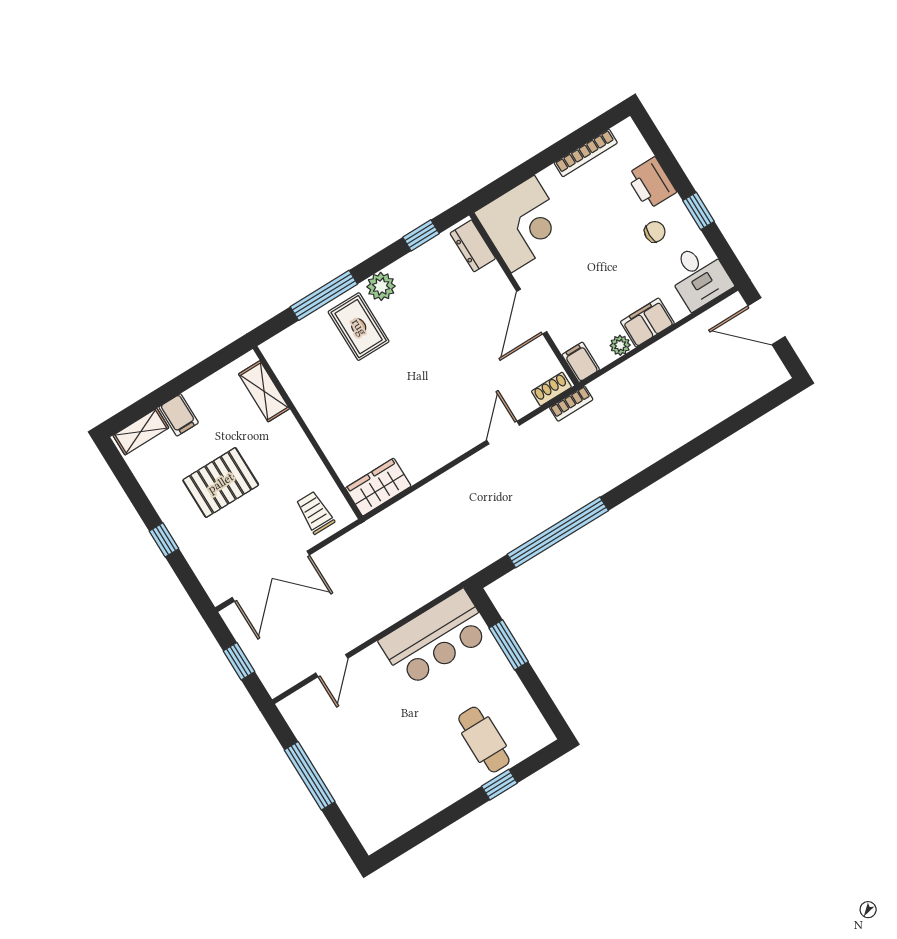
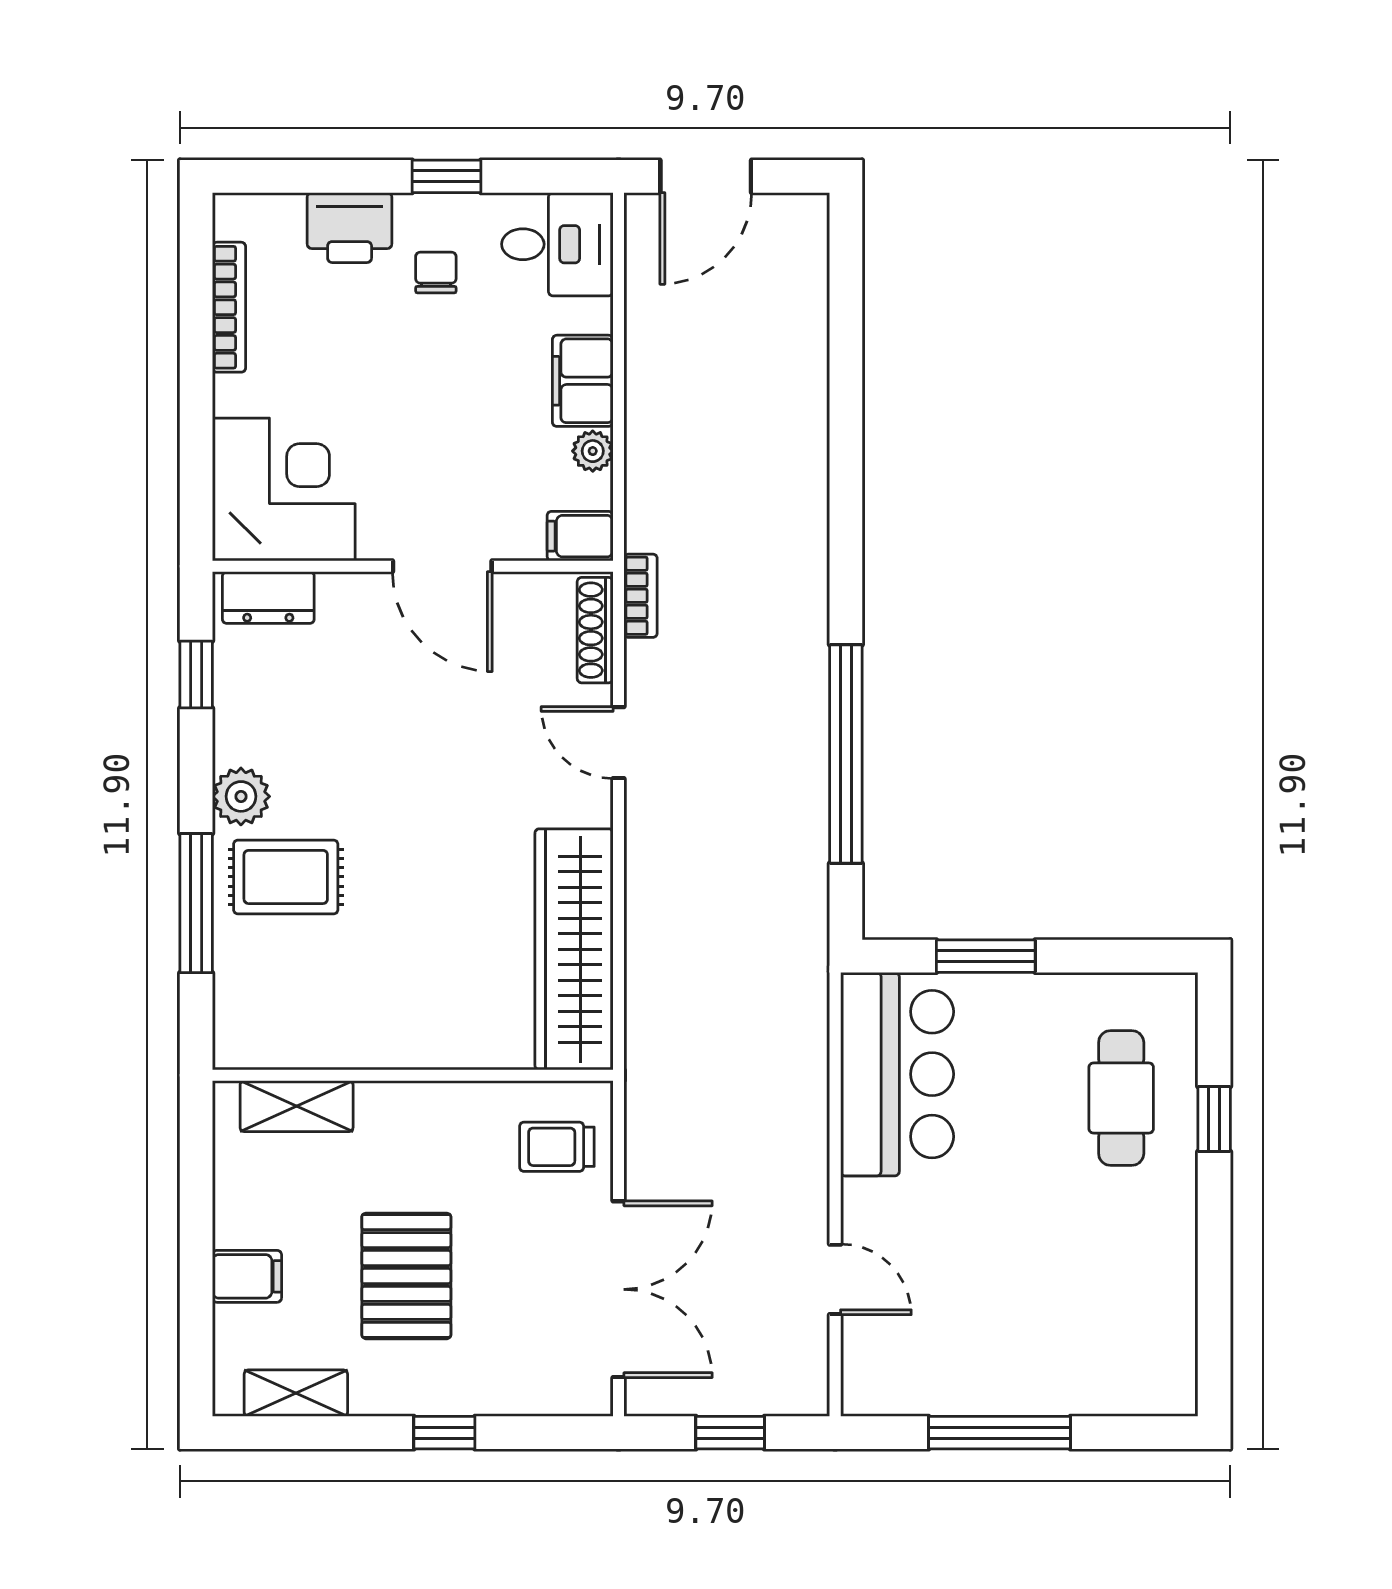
shoe rack: (551, 389) -> (595, 630), width x1.43
shelving: (141, 432) -> (296, 1393), moved, turned 90
wardrobe: (378, 487) -> (574, 949), width x2.10, depth x1.17
cafe table: (484, 740) -> (1121, 1098), turned 90

